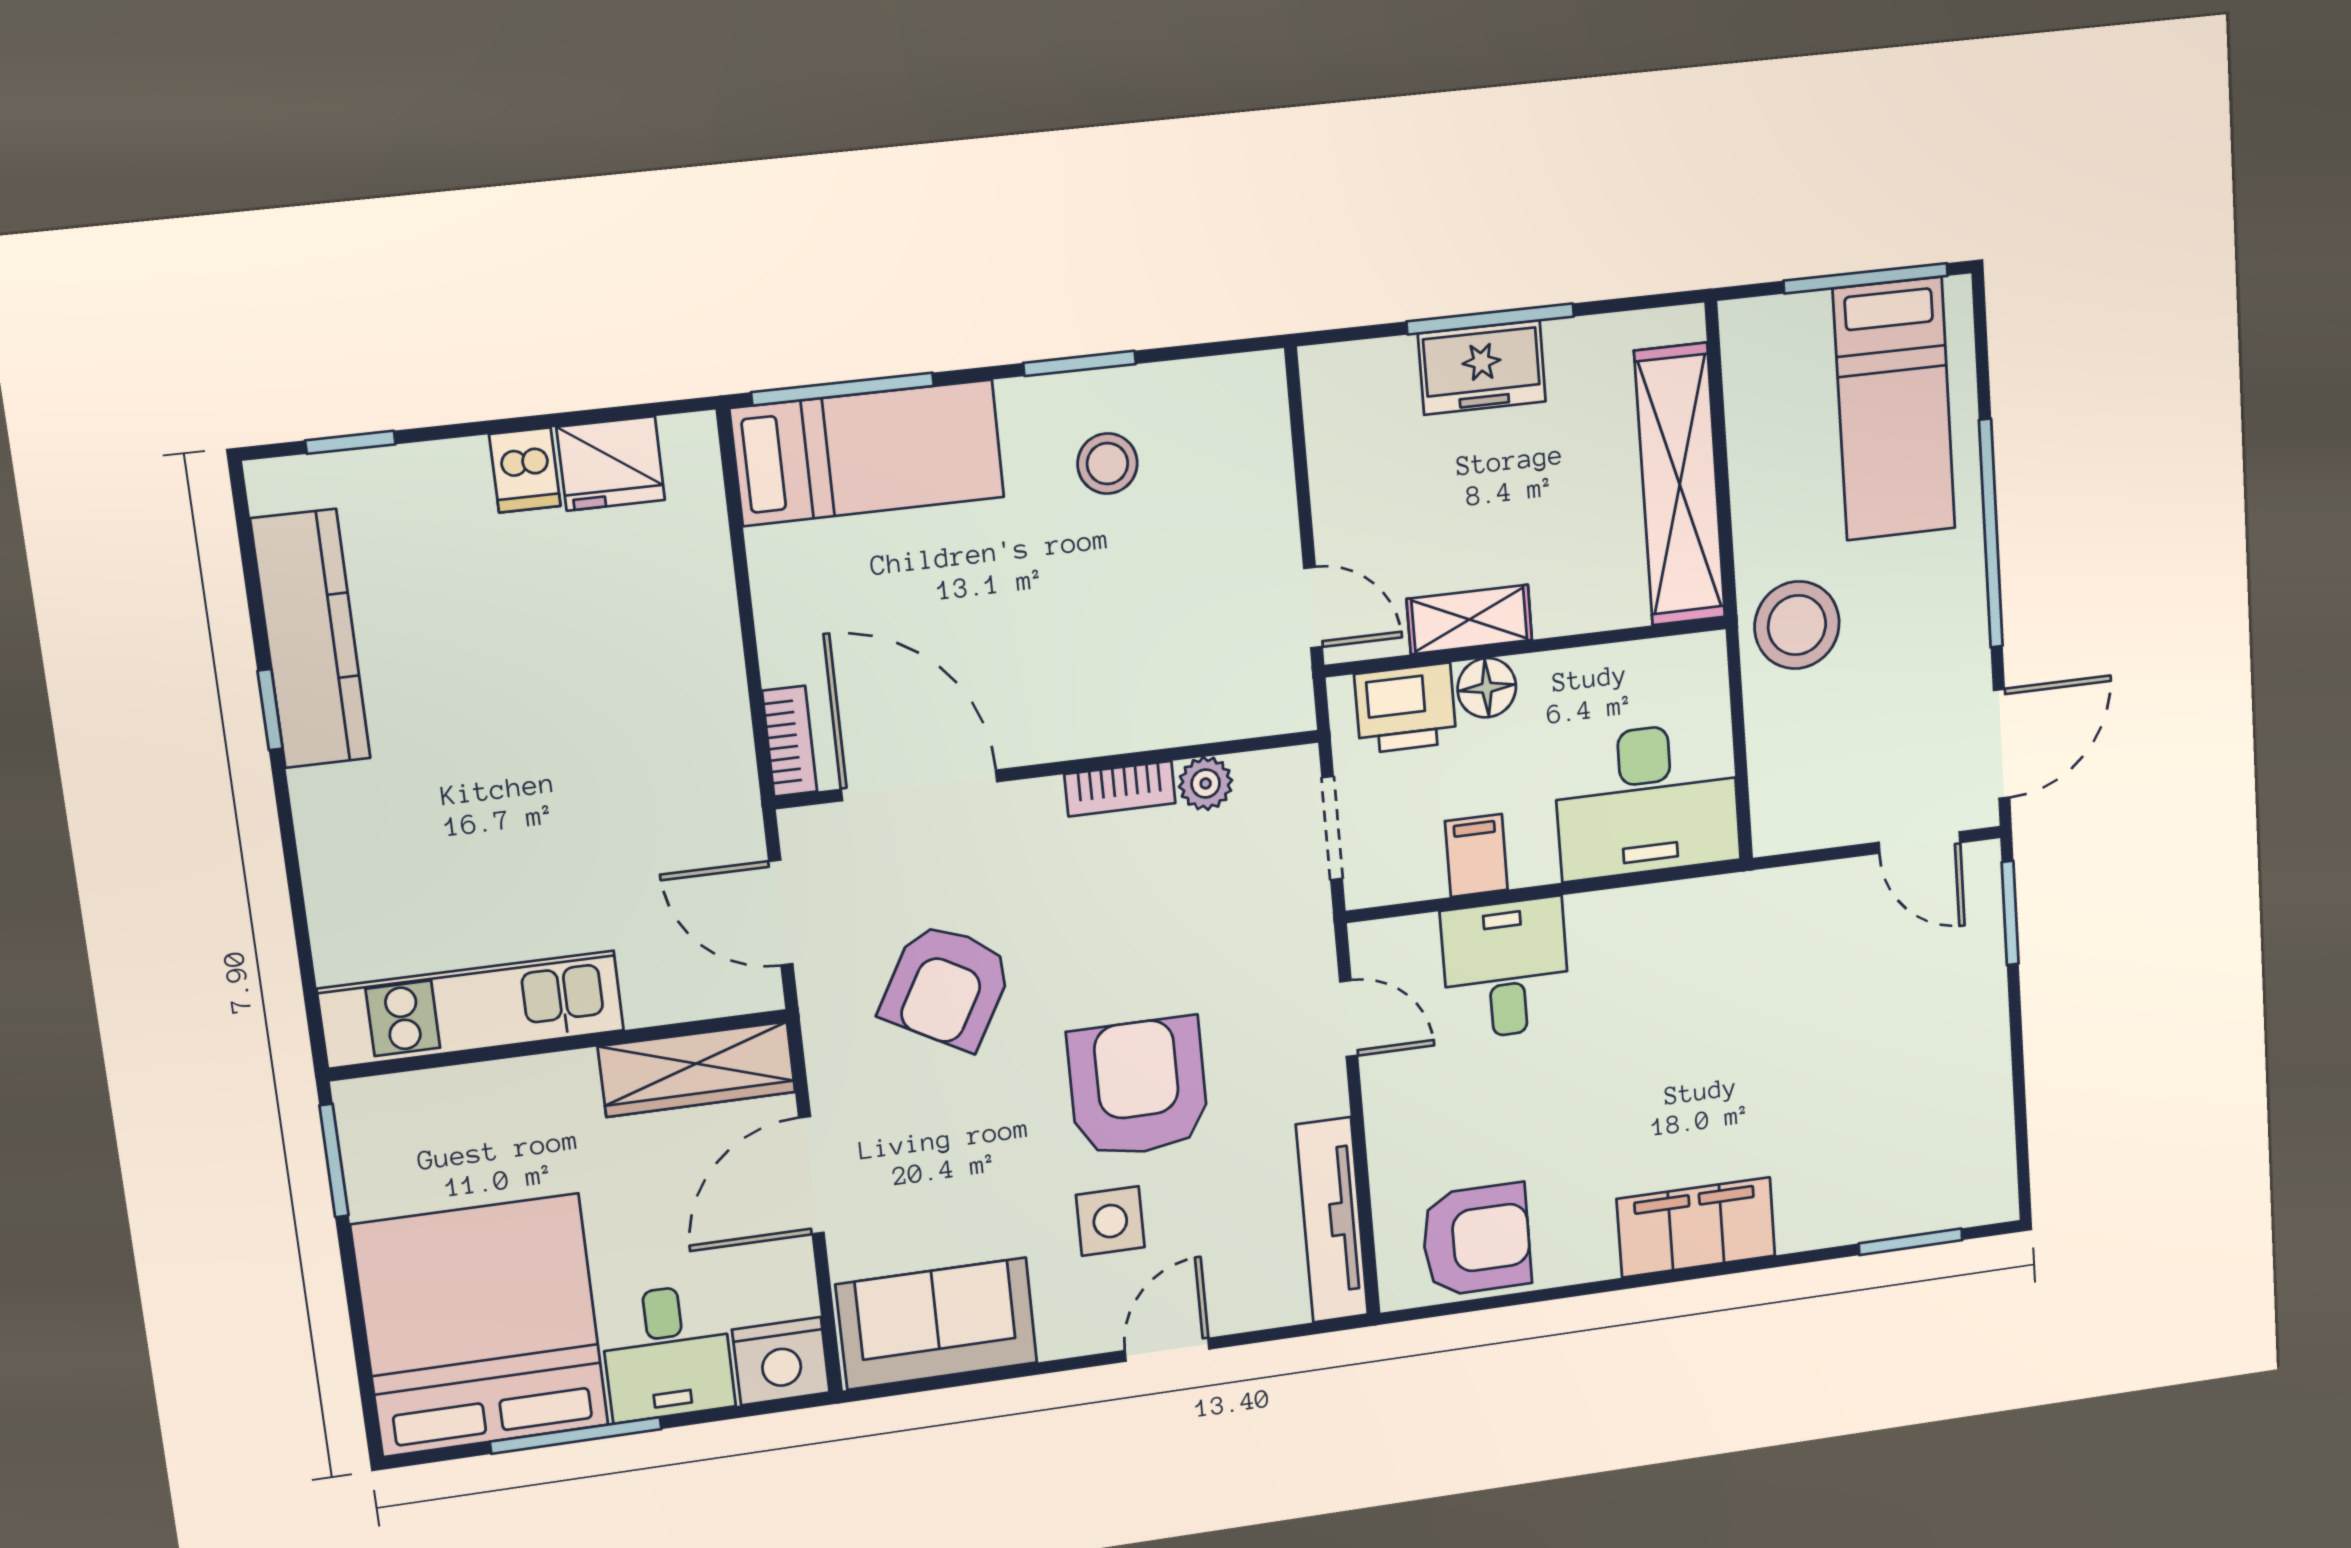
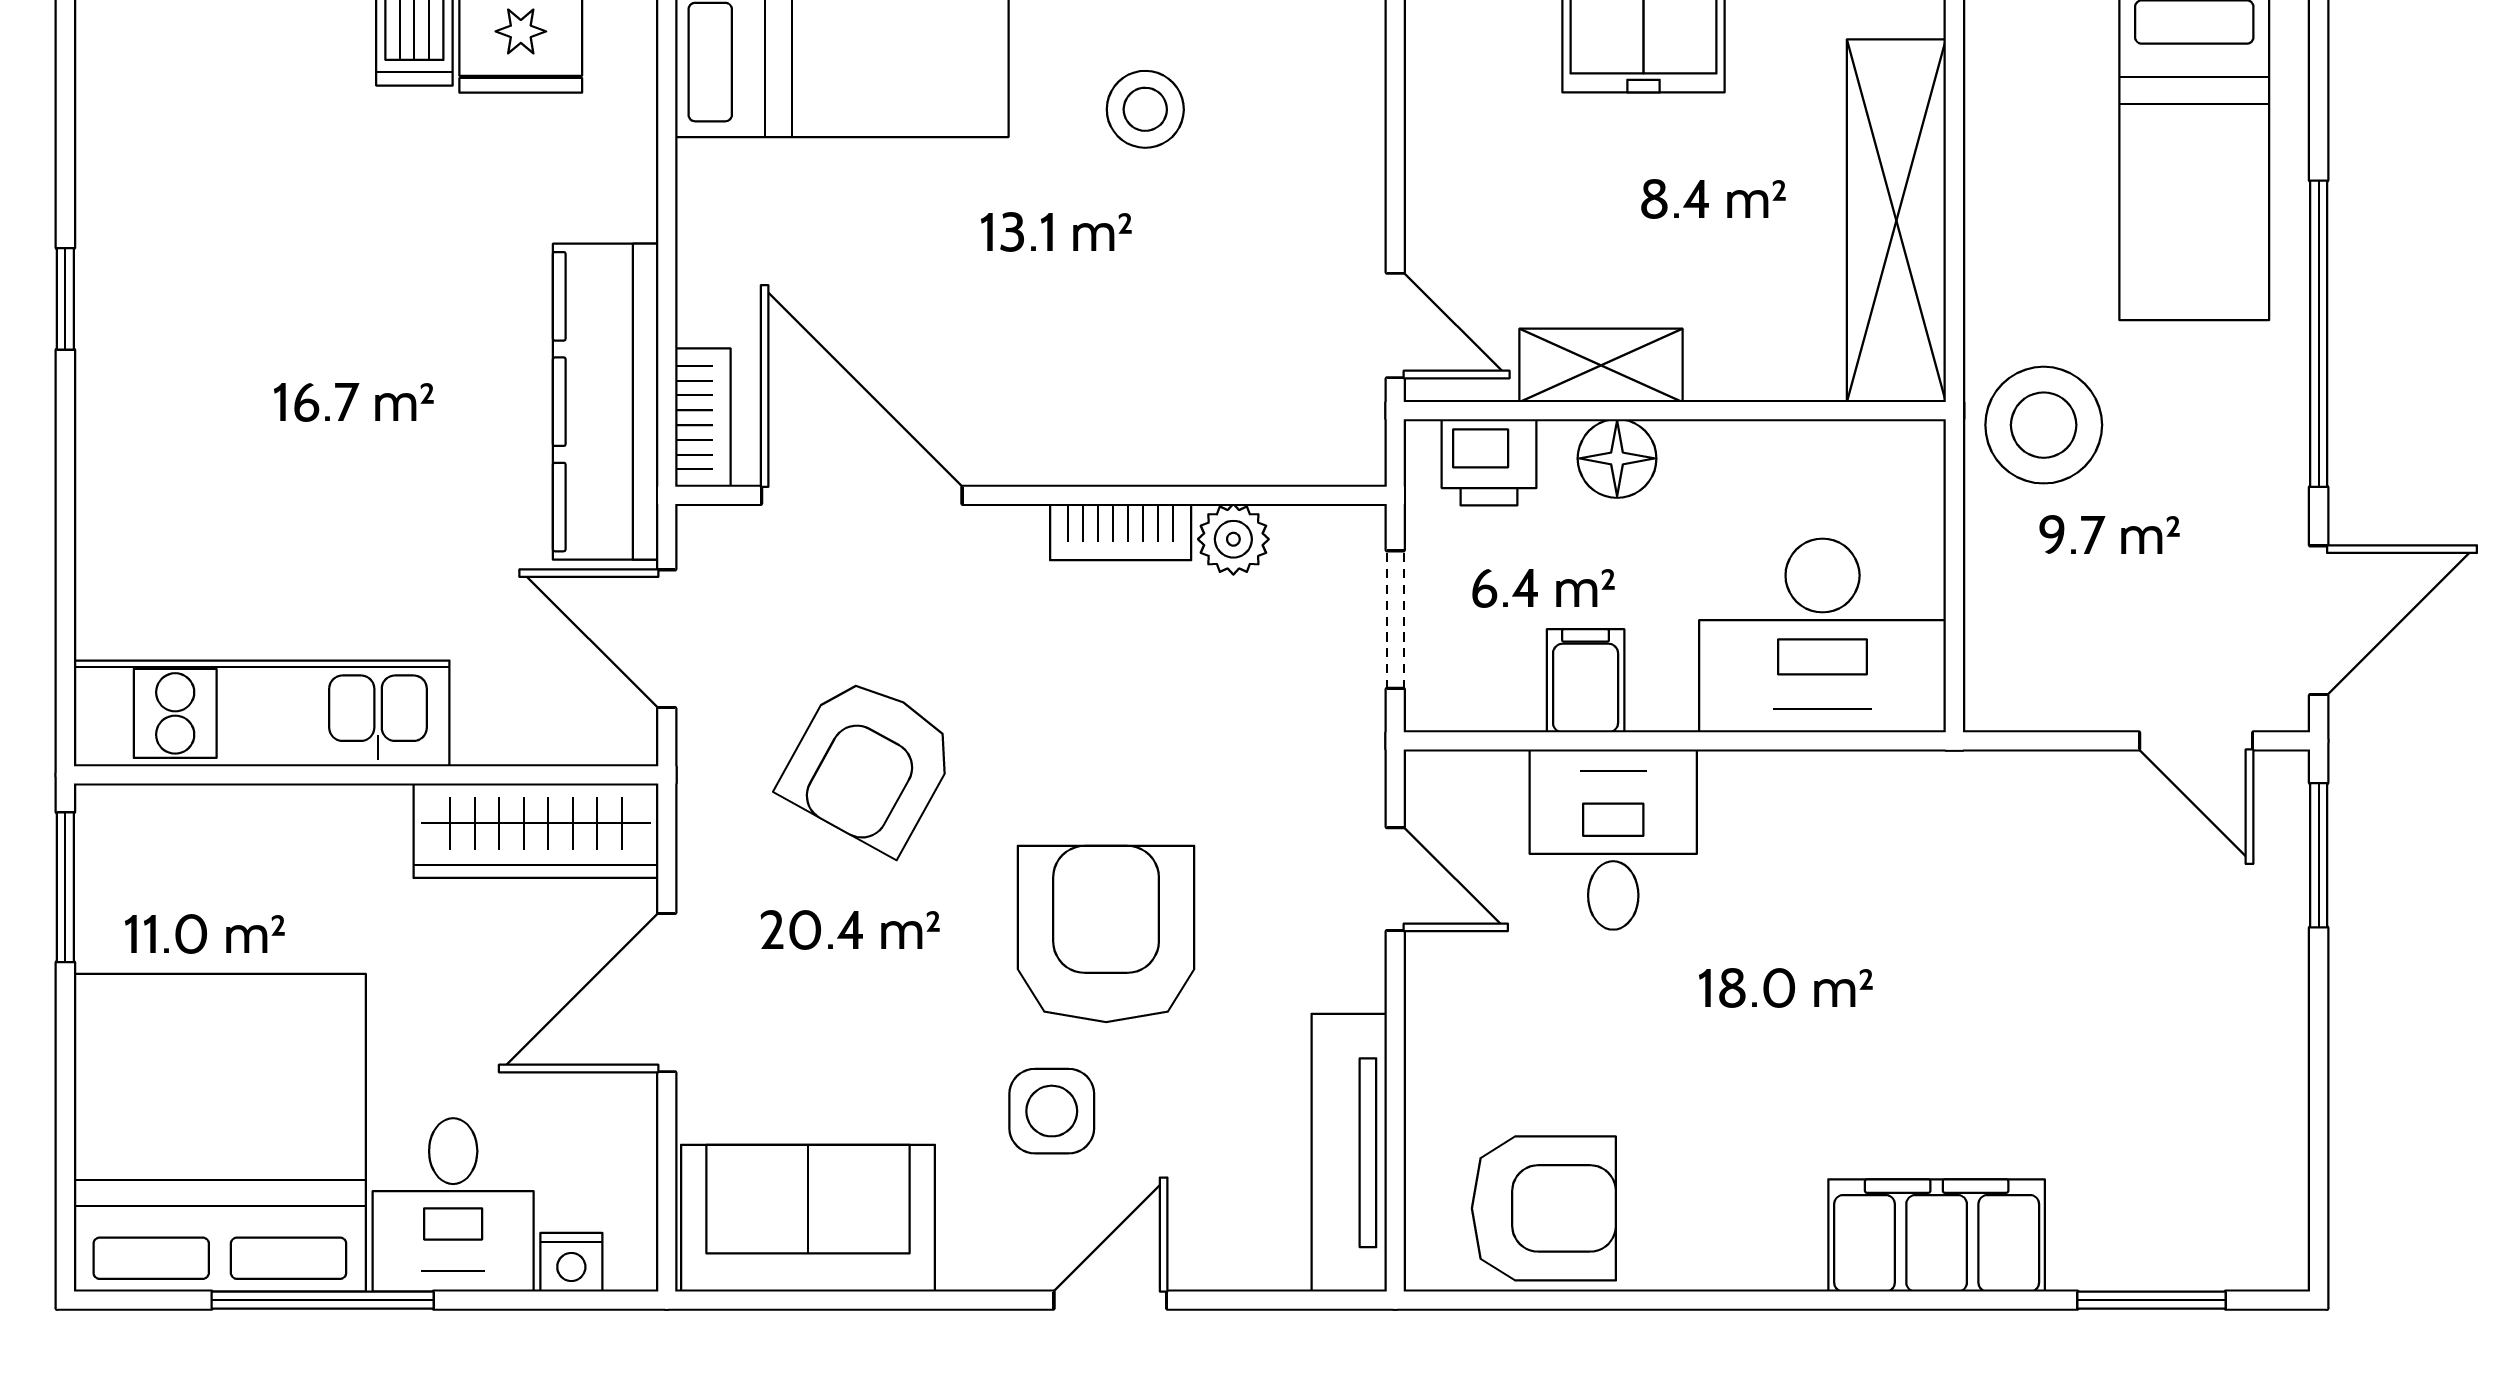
kitchen counter: (311, 639) -> (606, 402), moved, turned 180
printer: (1405, 708) -> (1489, 462), width x0.73, depth x0.81
filing cabinet: (1696, 1227) -> (1937, 1235), moved
nightstand: (781, 1361) -> (571, 1262), width x0.53, depth x0.56

